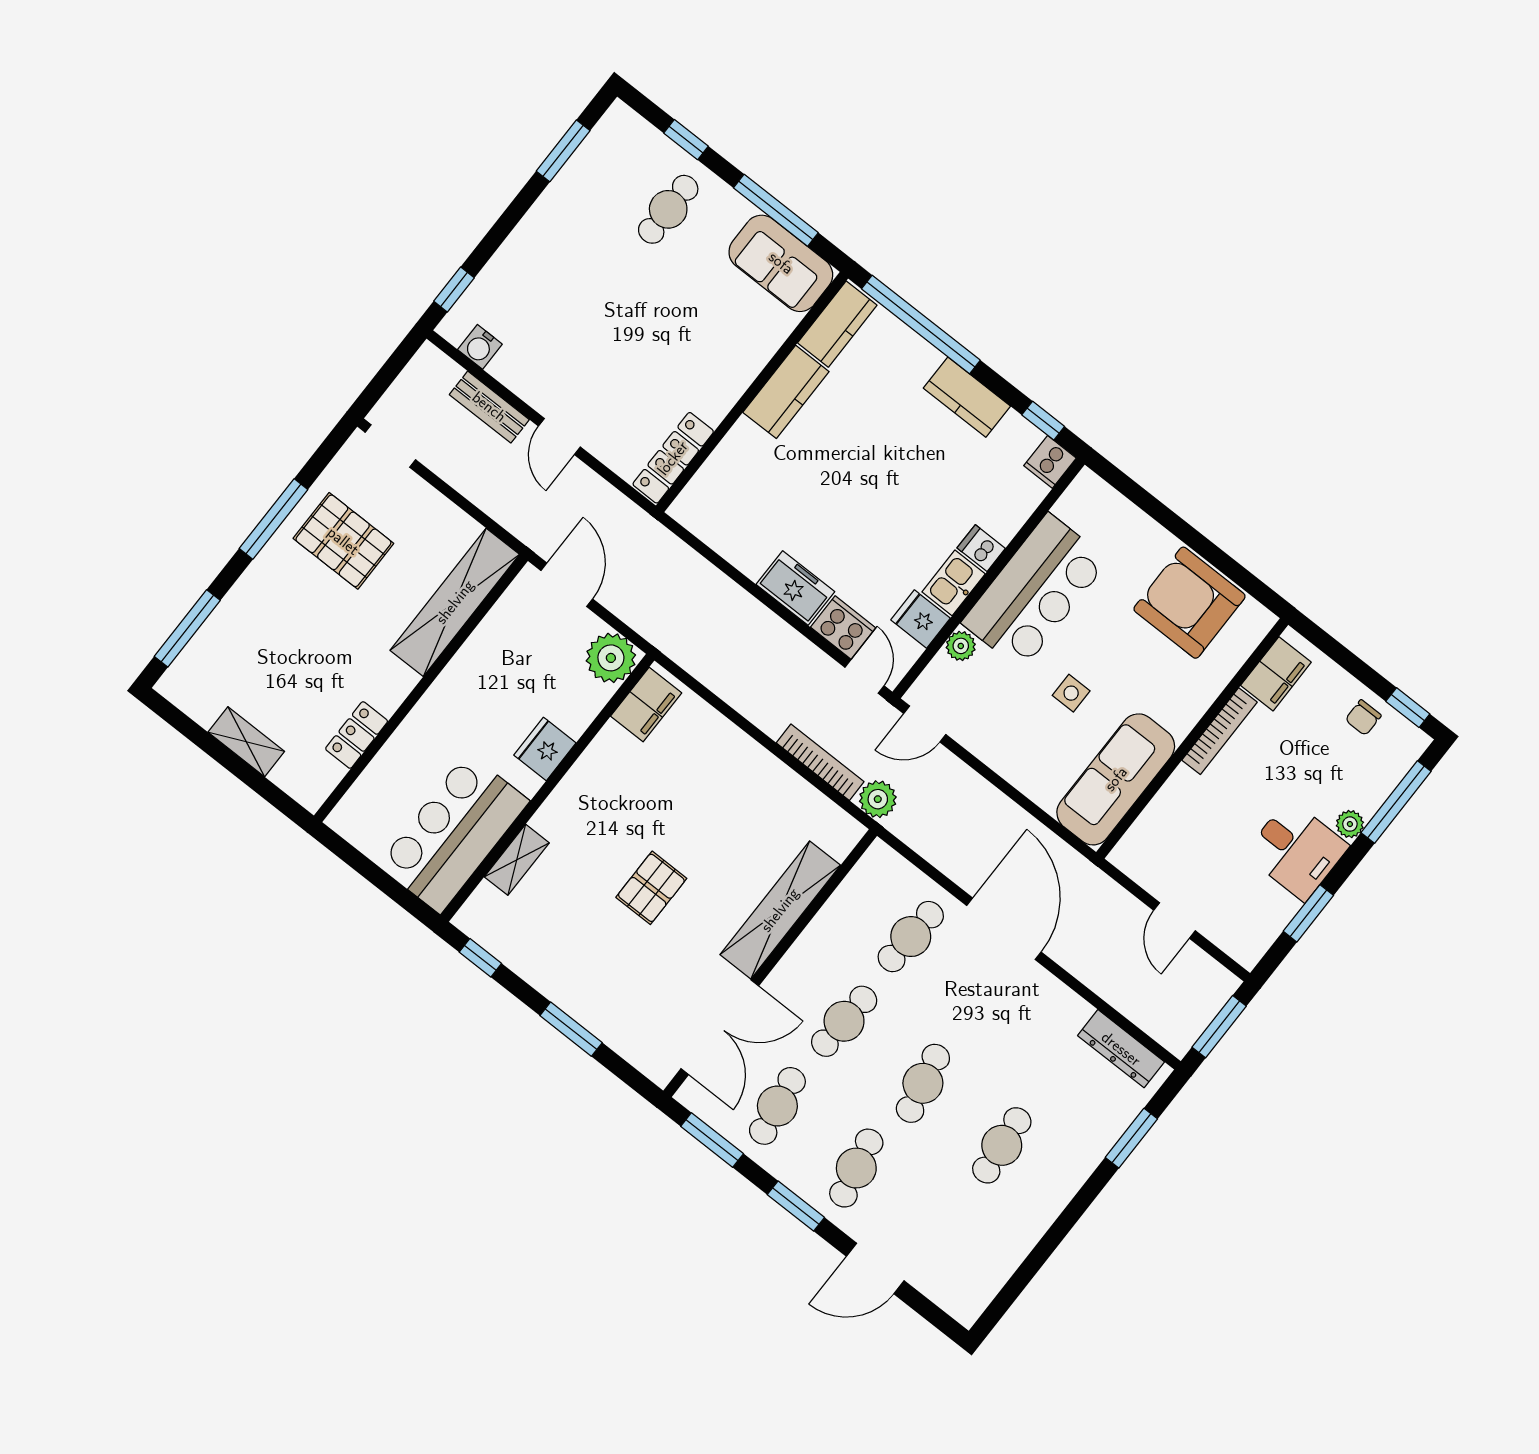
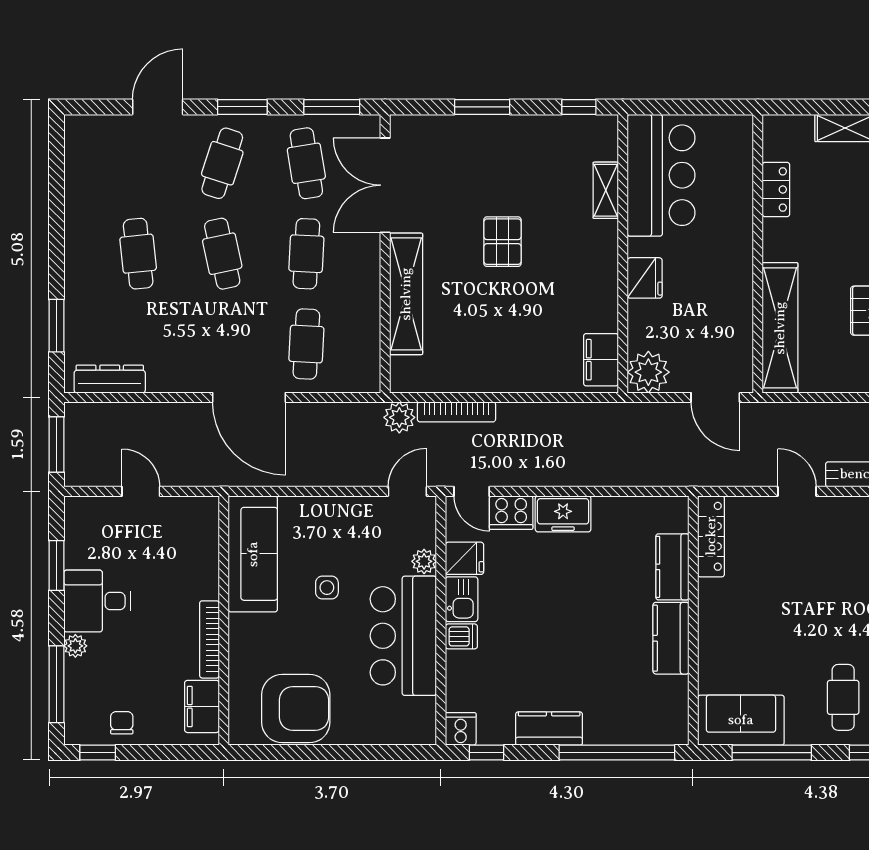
kitchen counter: (837, 324) -> (672, 567), moved
cafe table: (856, 1168) -> (222, 163), turned 30

